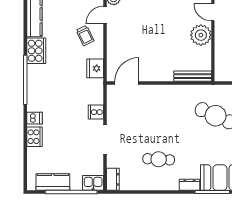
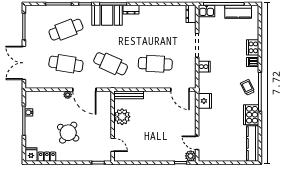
door: (105, 15) -> (197, 143), swing flipped
plant: (201, 35) -> (122, 117), moved
trolley: (85, 36) -> (248, 87), moved
door: (127, 83) -> (180, 90), hinge flipped
cafe table: (159, 159) -> (155, 64), moved, width x1.37, depth x1.35

